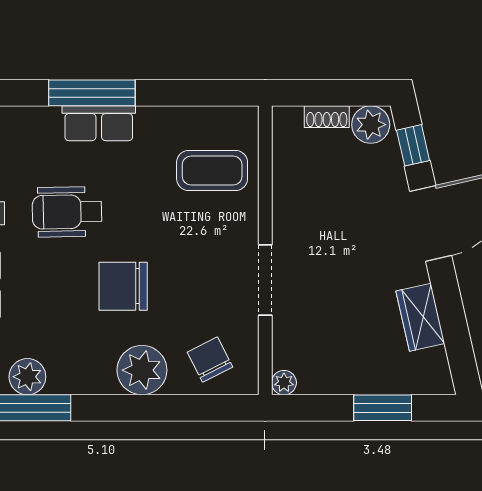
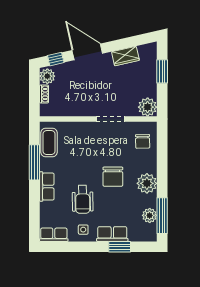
window: (92, 93) -> (34, 162), moved
coffee table: (212, 171) -> (49, 143), moved
chair: (210, 360) -> (143, 141), turned -64
plant: (142, 370) -> (147, 183), moved
plant: (284, 383) -> (148, 107), width x1.87, depth x1.87

